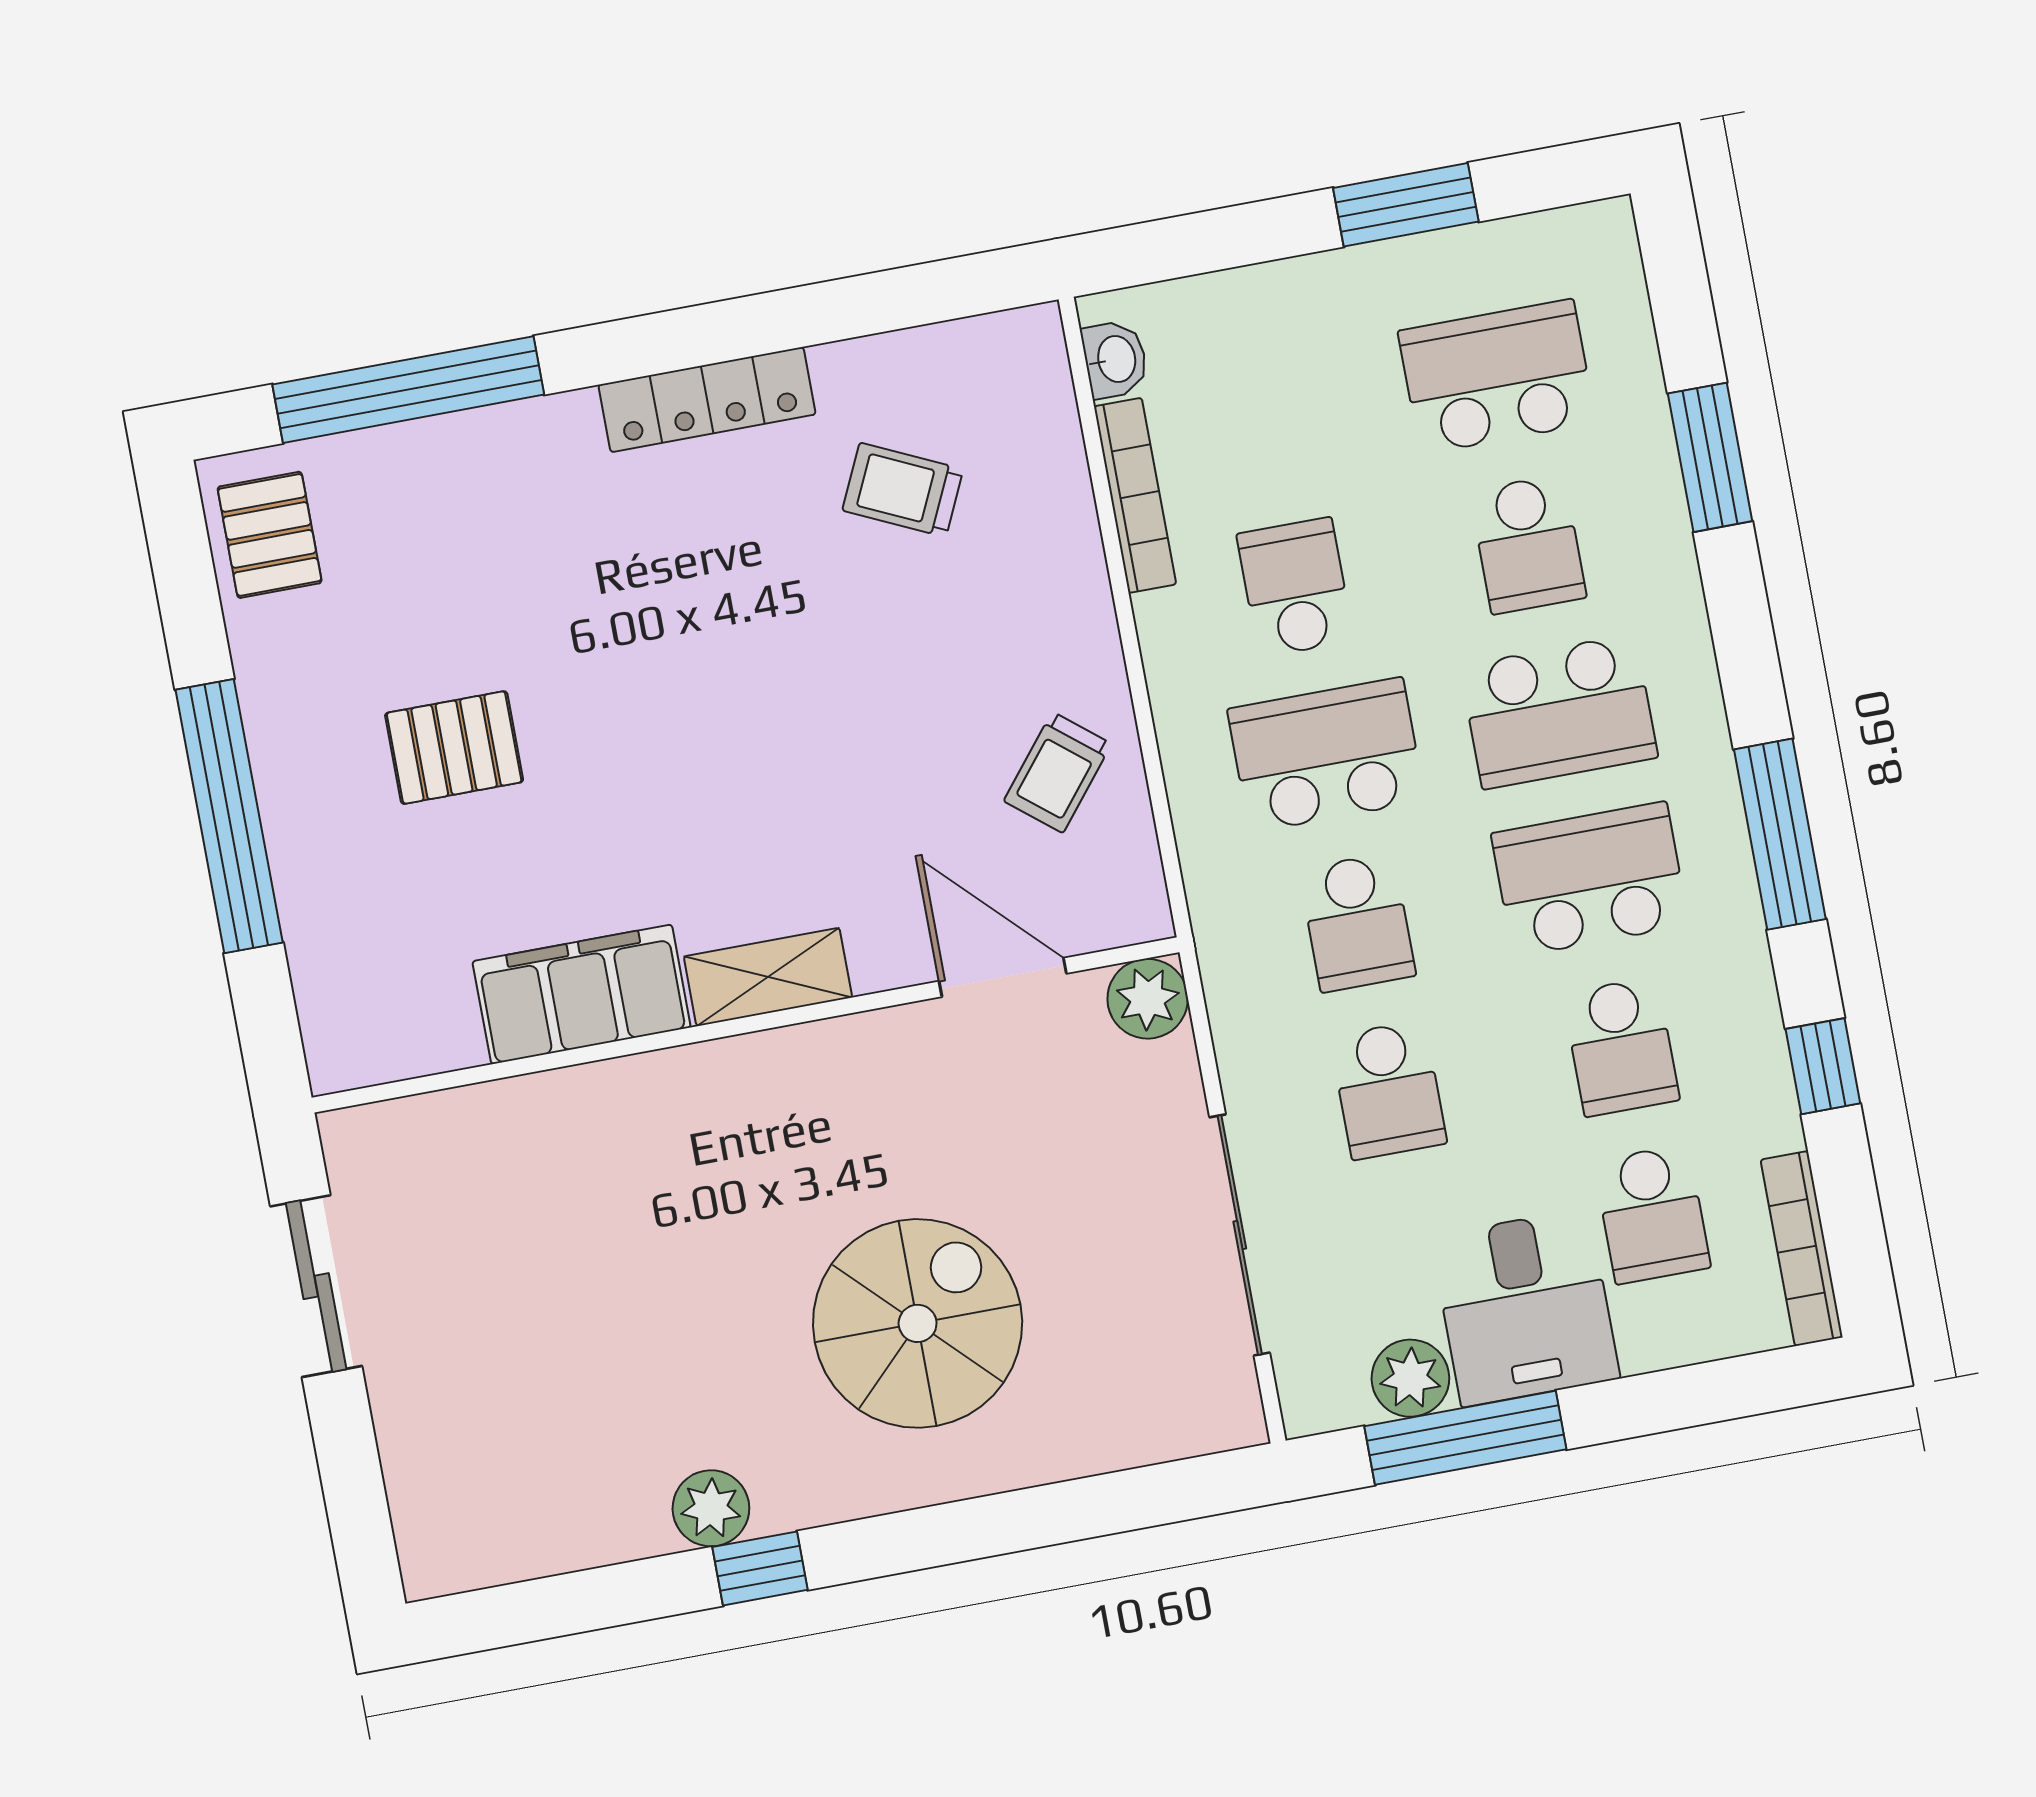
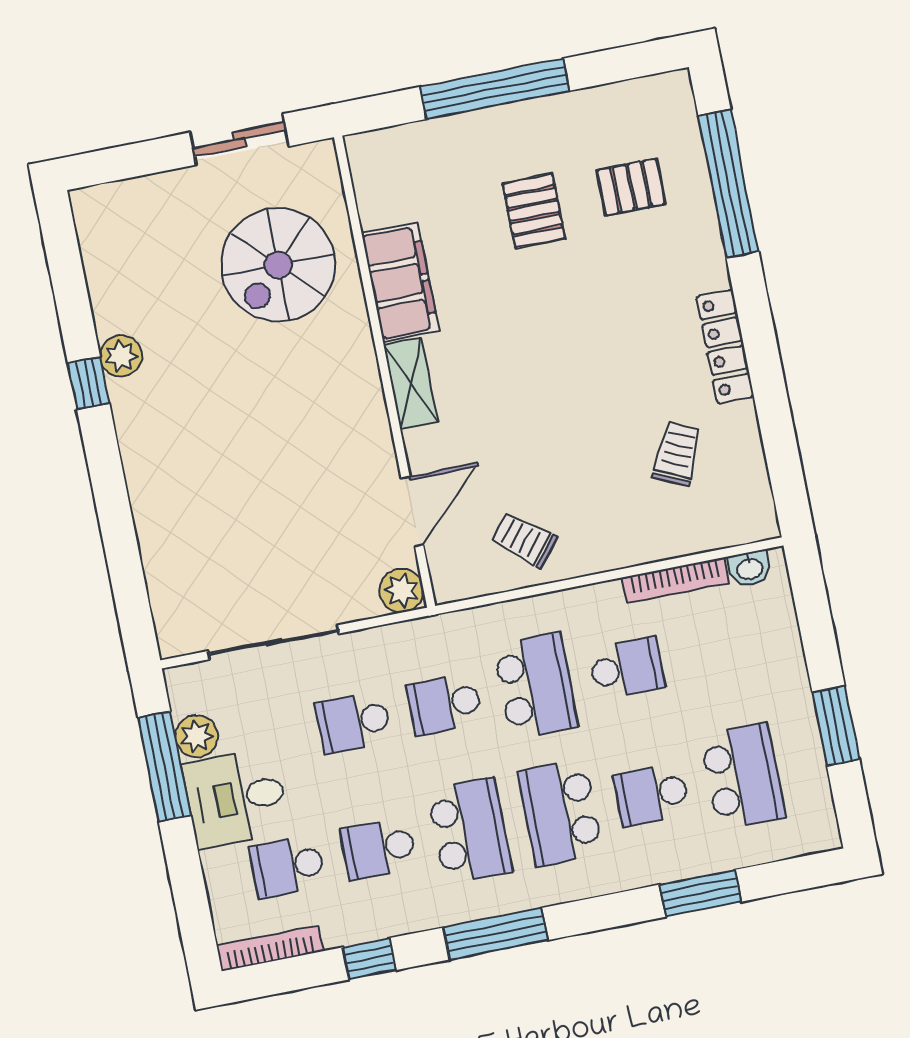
pallet: (270, 535) -> (631, 187), moved
spiral stairs: (918, 1323) -> (278, 265), moved, turned 90

